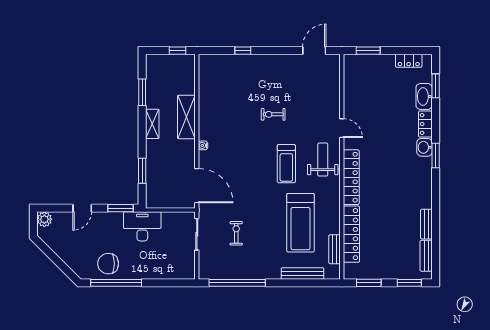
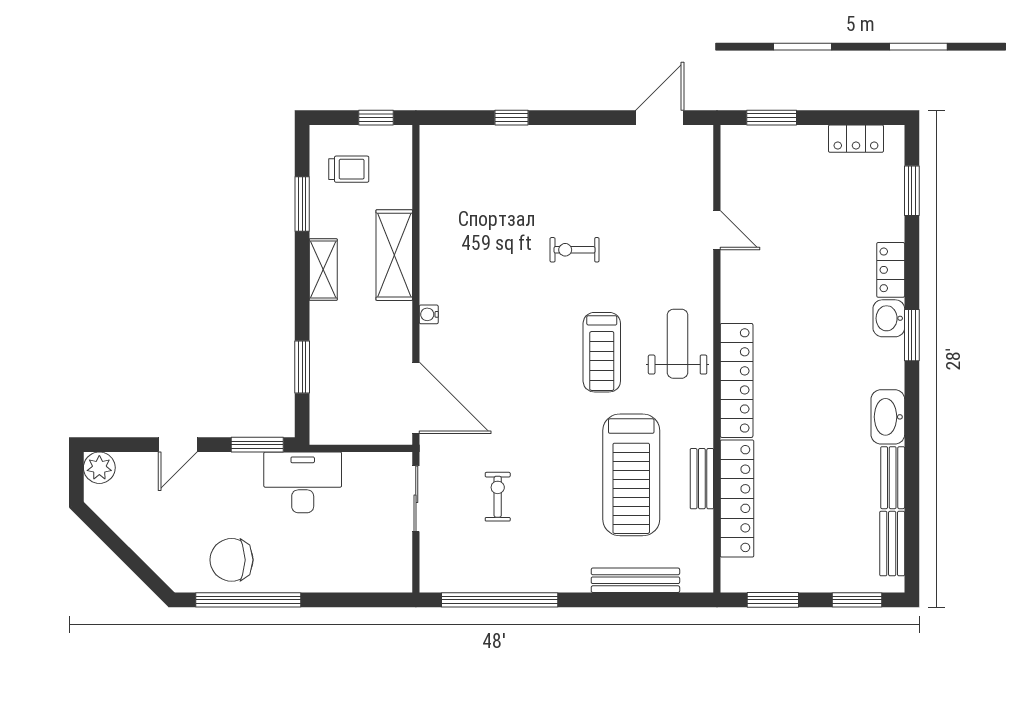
trolley: (165, 76) -> (349, 169), added
washbasin: (424, 96) -> (888, 417), moved
door: (342, 128) -> (717, 230), moved
bench: (335, 249) -> (702, 479), moved

